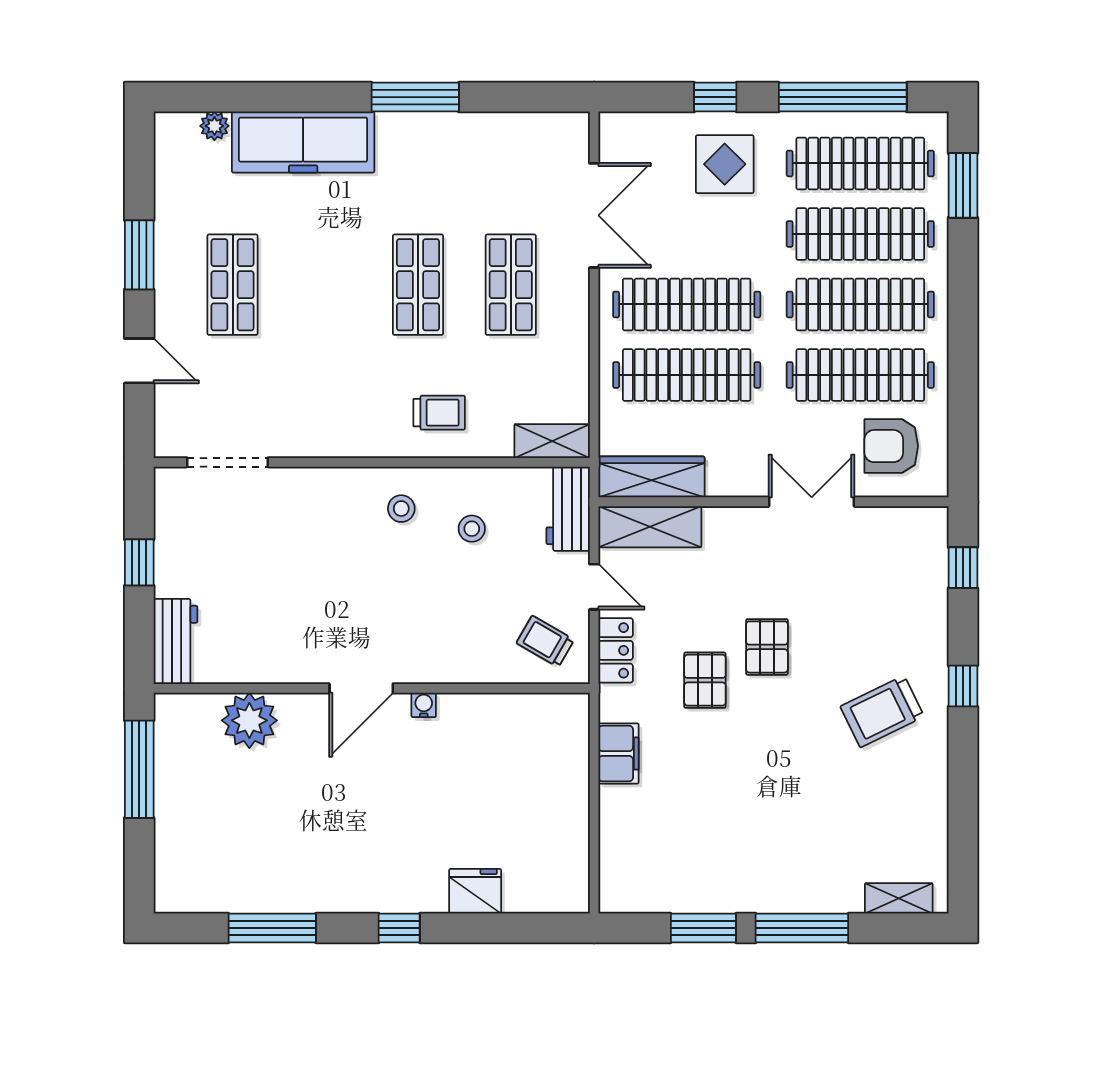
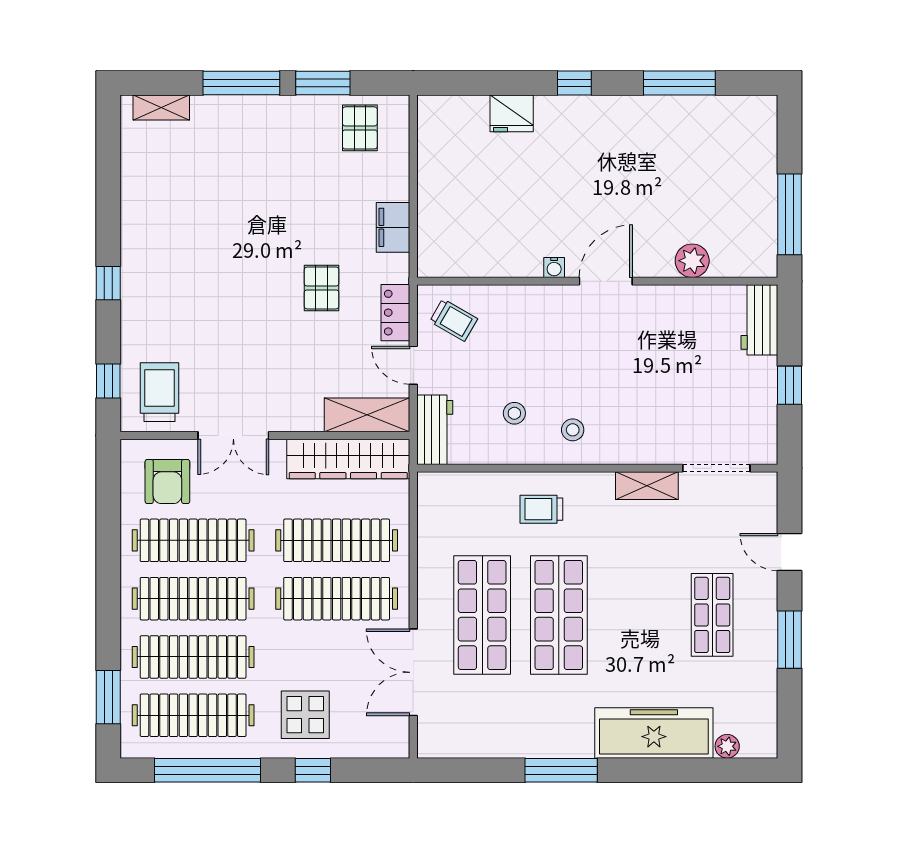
shop shelf: (418, 285) -> (559, 615), width x1.43, depth x1.36
shop shelf: (511, 285) -> (482, 615), width x1.43, depth x1.36
shelving: (552, 441) -> (647, 486), moved
armchair: (891, 446) -> (167, 482), turned 90
wardrobe: (651, 477) -> (348, 459), width x1.40, depth x1.17
pallet: (767, 647) -> (360, 128), moved
trolley: (882, 711) -> (159, 392), moved, turned -64
plant: (249, 720) -> (692, 261), width x0.73, depth x0.73

